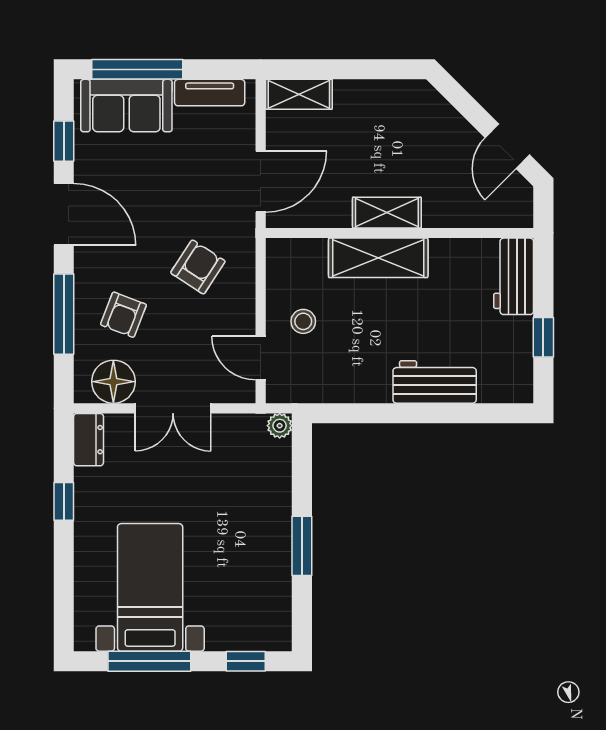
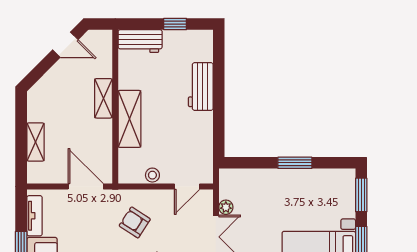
shelving: (299, 94) -> (35, 142), moved
shelving: (387, 213) -> (103, 98), moved
stool: (303, 321) -> (152, 175), moved
plant: (280, 426) -> (226, 207), moved
window: (246, 661) -> (361, 195), width x1.50

